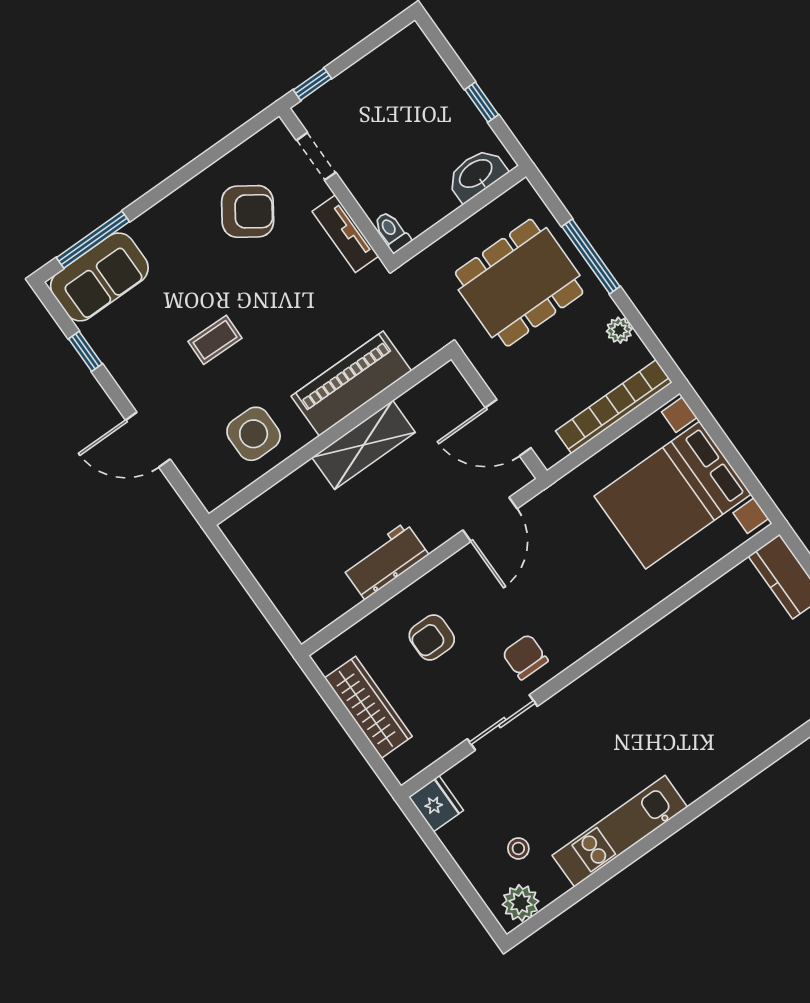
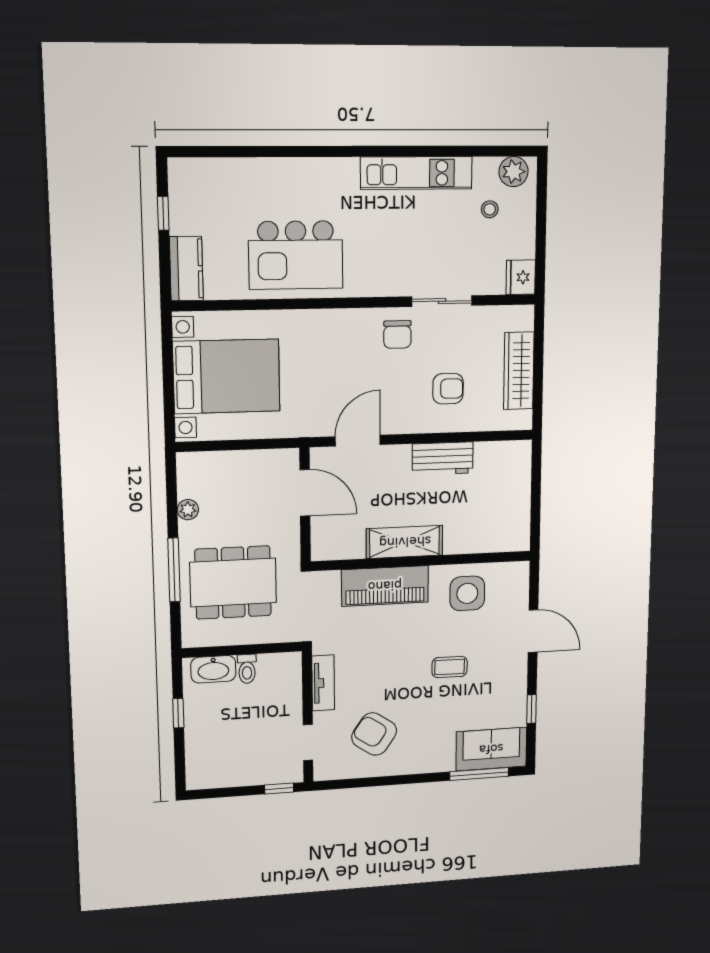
toilet: (392, 232) -> (247, 669), moved
bookcase: (614, 407) -> (226, 461), removed
kitchen island: (686, 665) -> (296, 255), added

